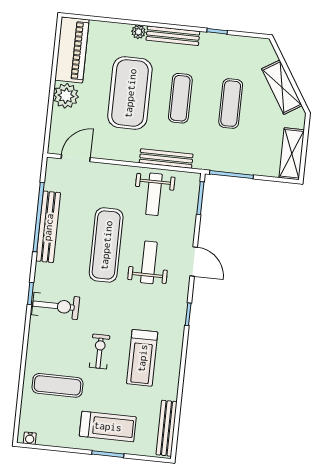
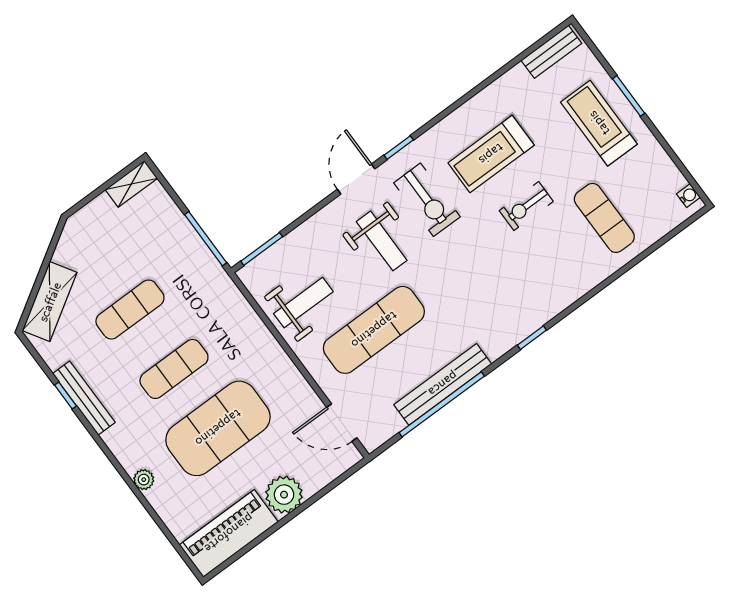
bench: (173, 36) -> (84, 398), moved
shelving: (282, 87) -> (50, 302), moved
shelving: (292, 154) -> (131, 184), width x0.67, depth x0.75
bench: (166, 158) -> (253, 325), removed
exercise mat: (106, 245) -> (374, 330), moved
door: (194, 261) -> (356, 179), moved
weight bench: (149, 262) -> (382, 241), turned -90
exercise bike: (56, 306) -> (427, 200), moved, turned 180
treadmill: (142, 358) -> (491, 154), turned 180
bench: (167, 428) -> (551, 52), width x0.73

